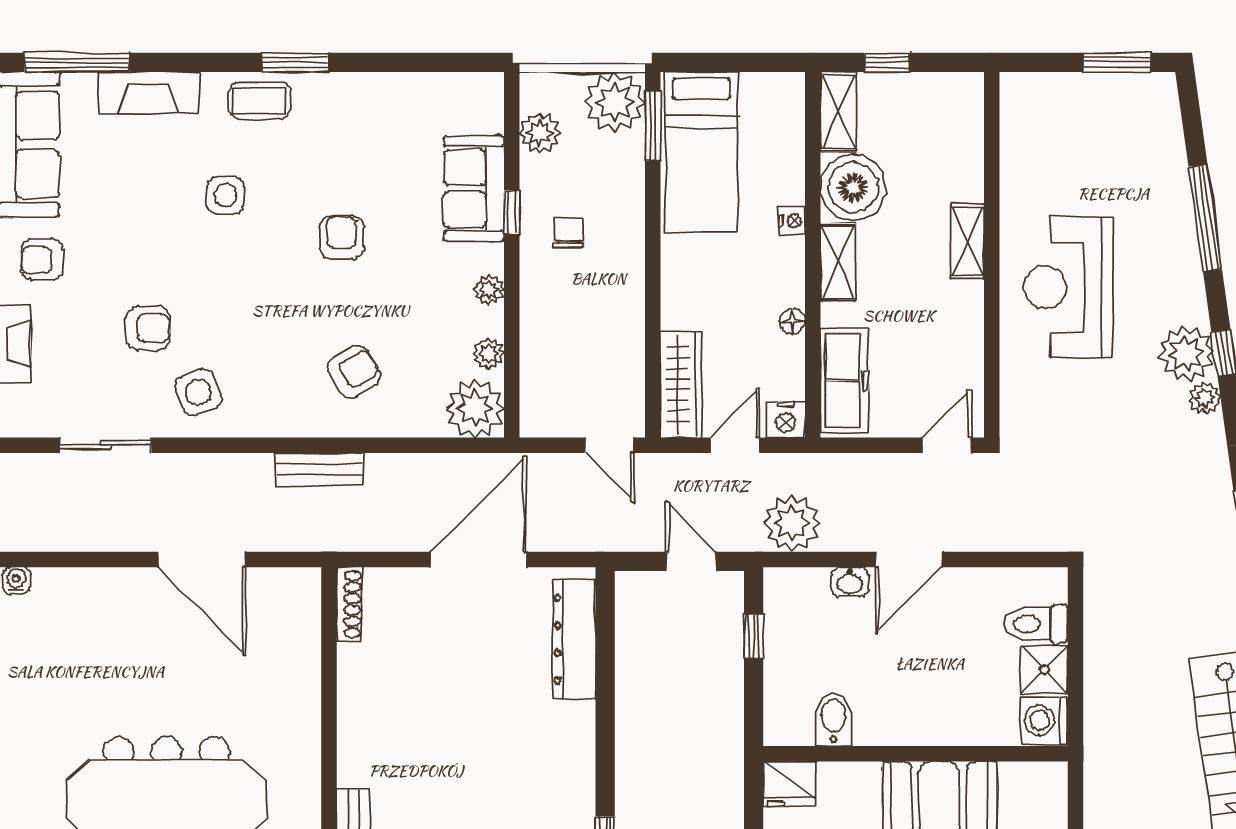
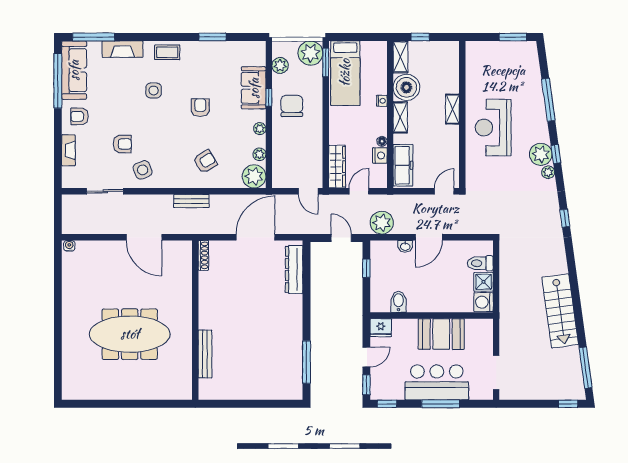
window: (295, 62) -> (212, 37), moved
chair: (569, 233) -> (292, 106), width x1.87, depth x1.87
nightstand: (786, 420) -> (380, 155), moved, turned -90

